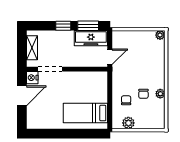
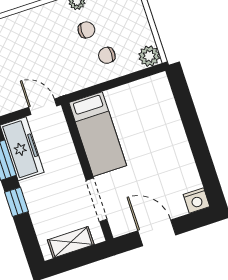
nightstand: (32, 78) -> (196, 200), moved
bed: (85, 113) -> (98, 134), moved
plant: (128, 123) -> (149, 56), moved

